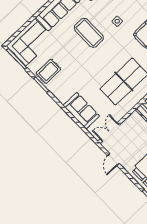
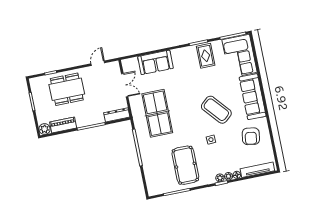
coffee table: (89, 33) -> (216, 110), turned 49
double door: (110, 132) -> (125, 85), moved
door: (113, 160) -> (98, 63), hinge flipped

